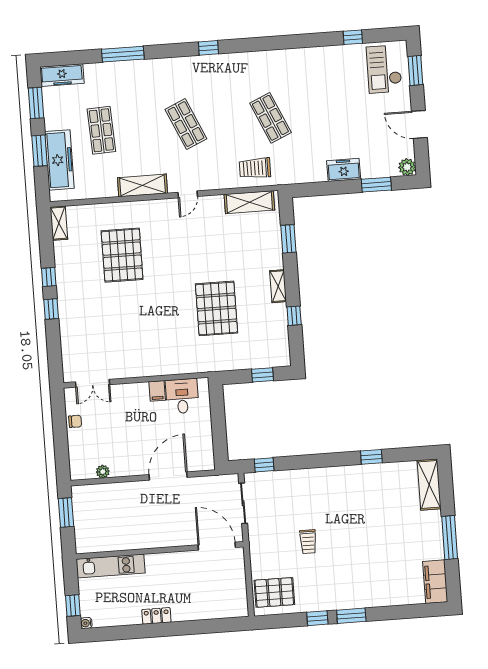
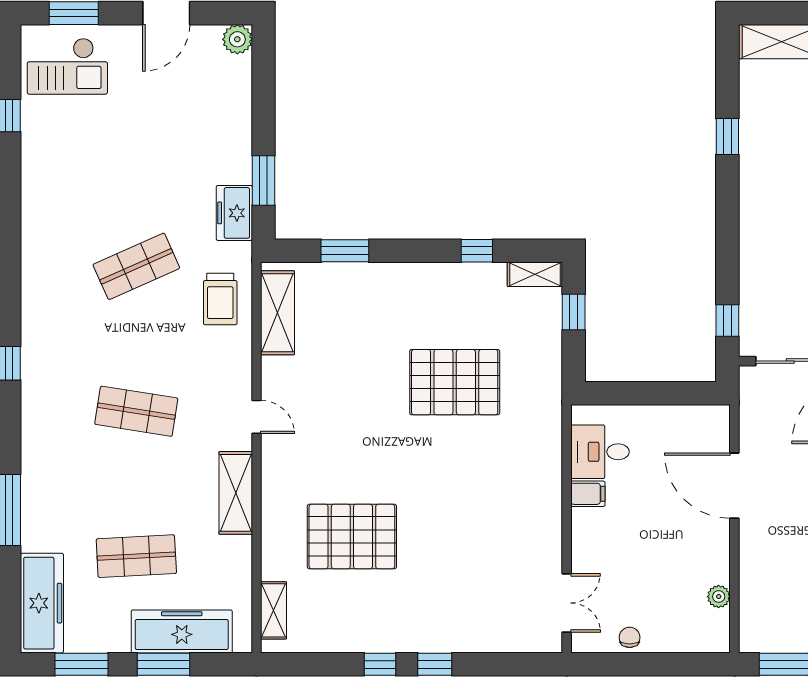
freezer: (62, 75) -> (42, 603), width x1.36, depth x1.26
shop shelf: (186, 124) -> (136, 411), turned 33
freezer: (344, 170) -> (234, 213), moved
window: (376, 185) -> (263, 180), moved
shelving: (59, 223) -> (274, 610), moved, turned 90
shelving: (278, 286) -> (535, 274), moved

